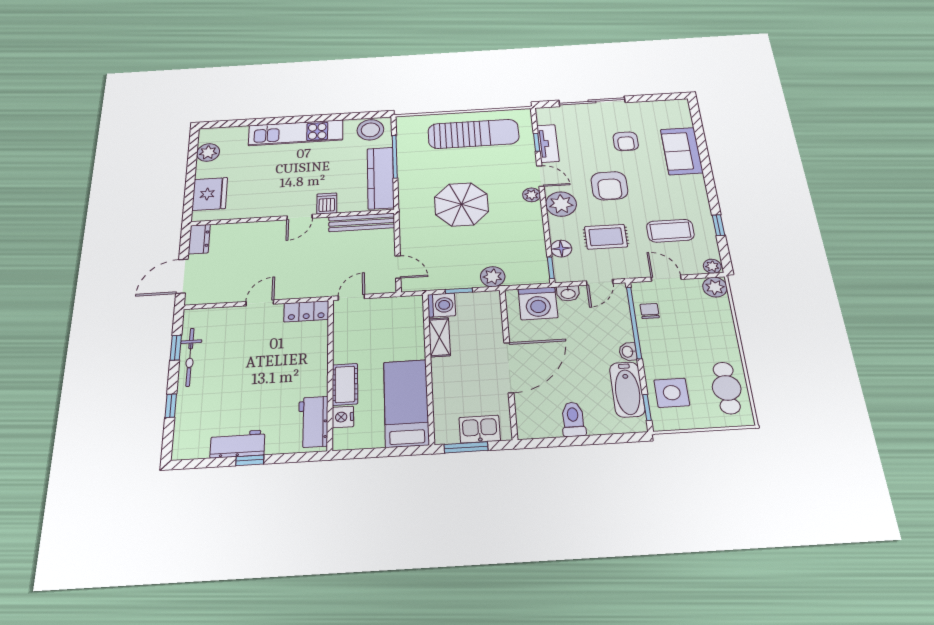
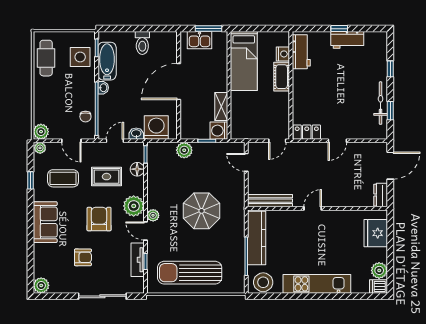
plant: (679, 108) -> (41, 285), added
armchair: (626, 141) -> (83, 257), turned 90
sofa: (682, 151) -> (45, 222), moved
dishwasher: (327, 203) -> (379, 287), moved, turned 90

